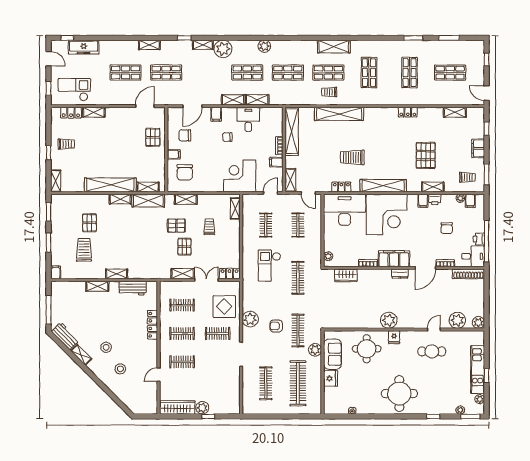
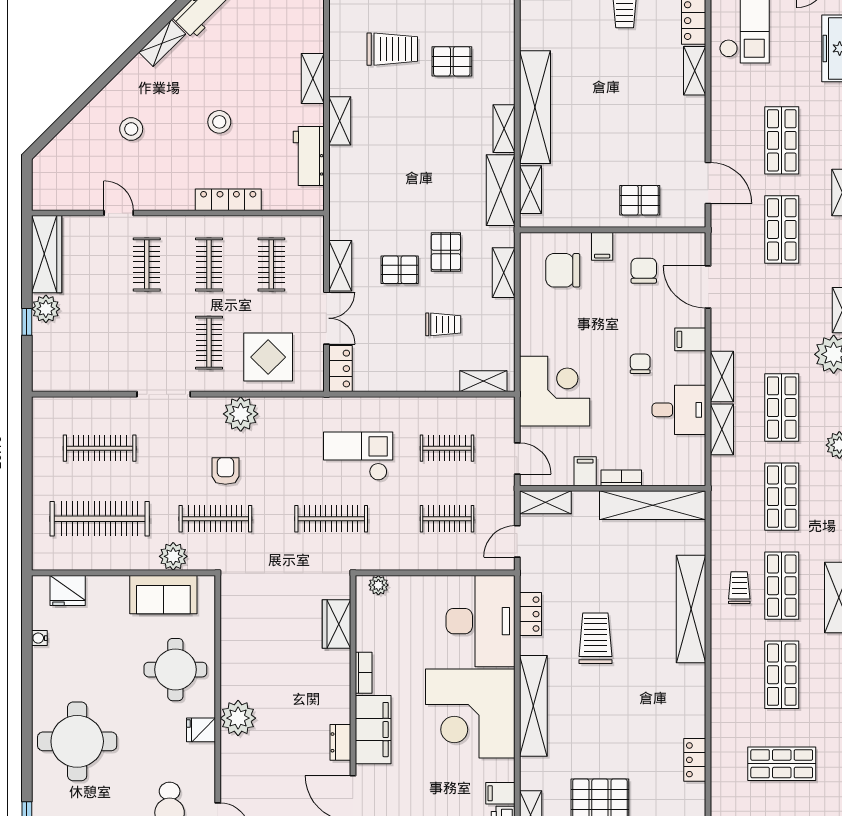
shop shelf: (369, 73) -> (782, 675), turned 90
stool: (106, 347) -> (219, 122), moved
fridge: (331, 378) -> (68, 590), moved

